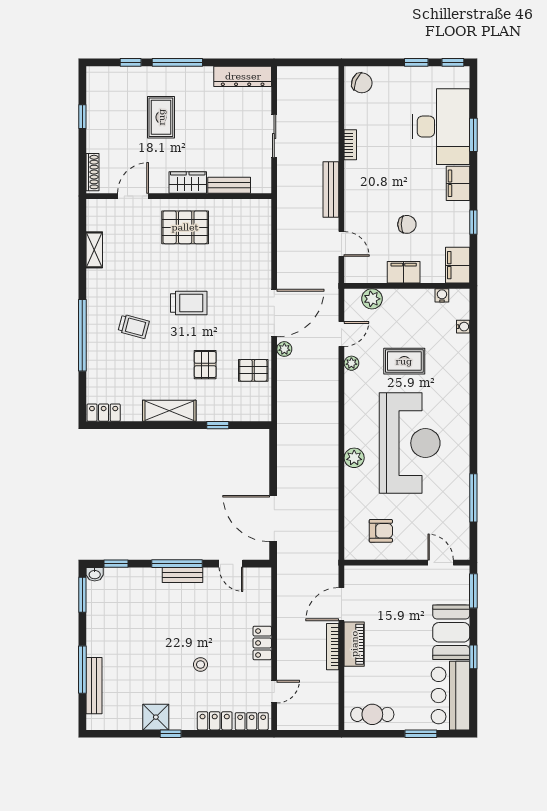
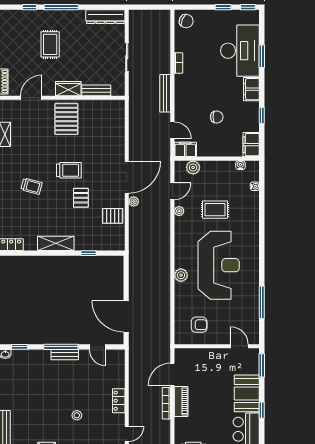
pallet: (185, 227) -> (66, 119), turned 90
filing cabinet: (404, 272) -> (185, 149), moved
pallet: (205, 365) -> (81, 198), moved

